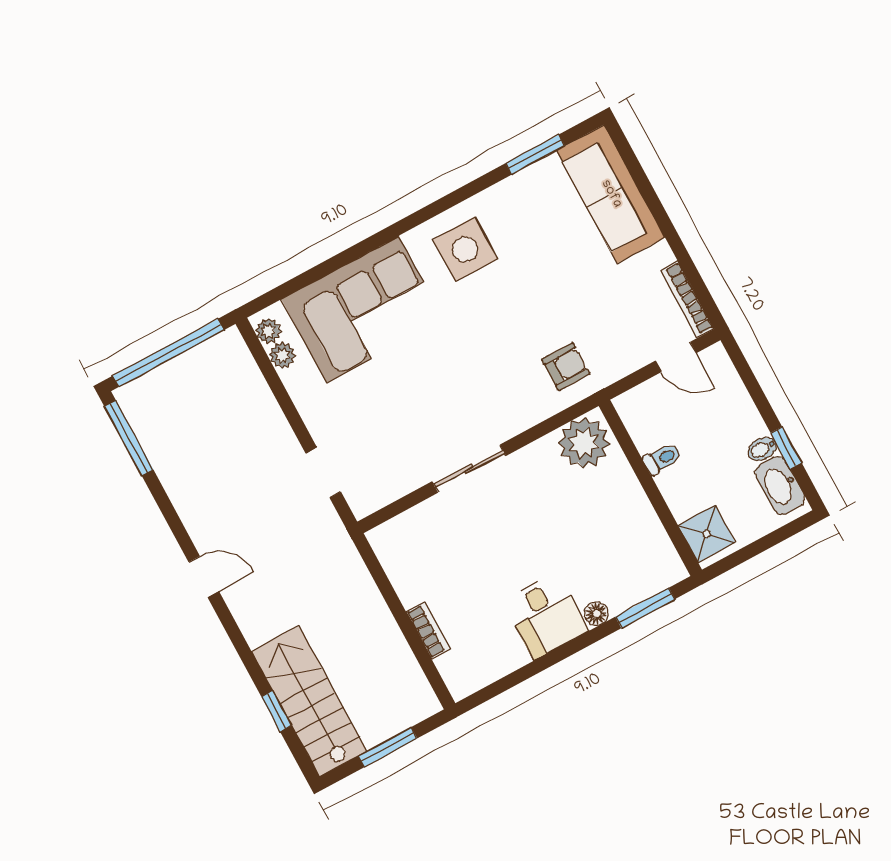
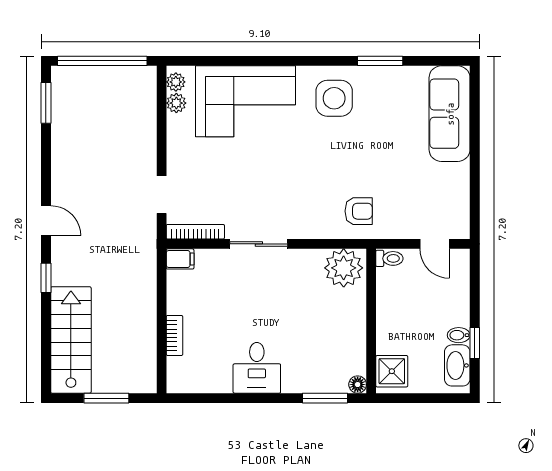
window: (535, 155) -> (380, 61), moved
bookcase: (687, 299) -> (195, 232), moved, turned 90
window: (129, 438) -> (46, 103), width x0.69
toilet: (662, 459) -> (389, 258), moved
filing cabinet: (386, 536) -> (180, 259), added
floor lamp: (596, 614) -> (358, 385), moved
window: (276, 711) -> (46, 278), moved

